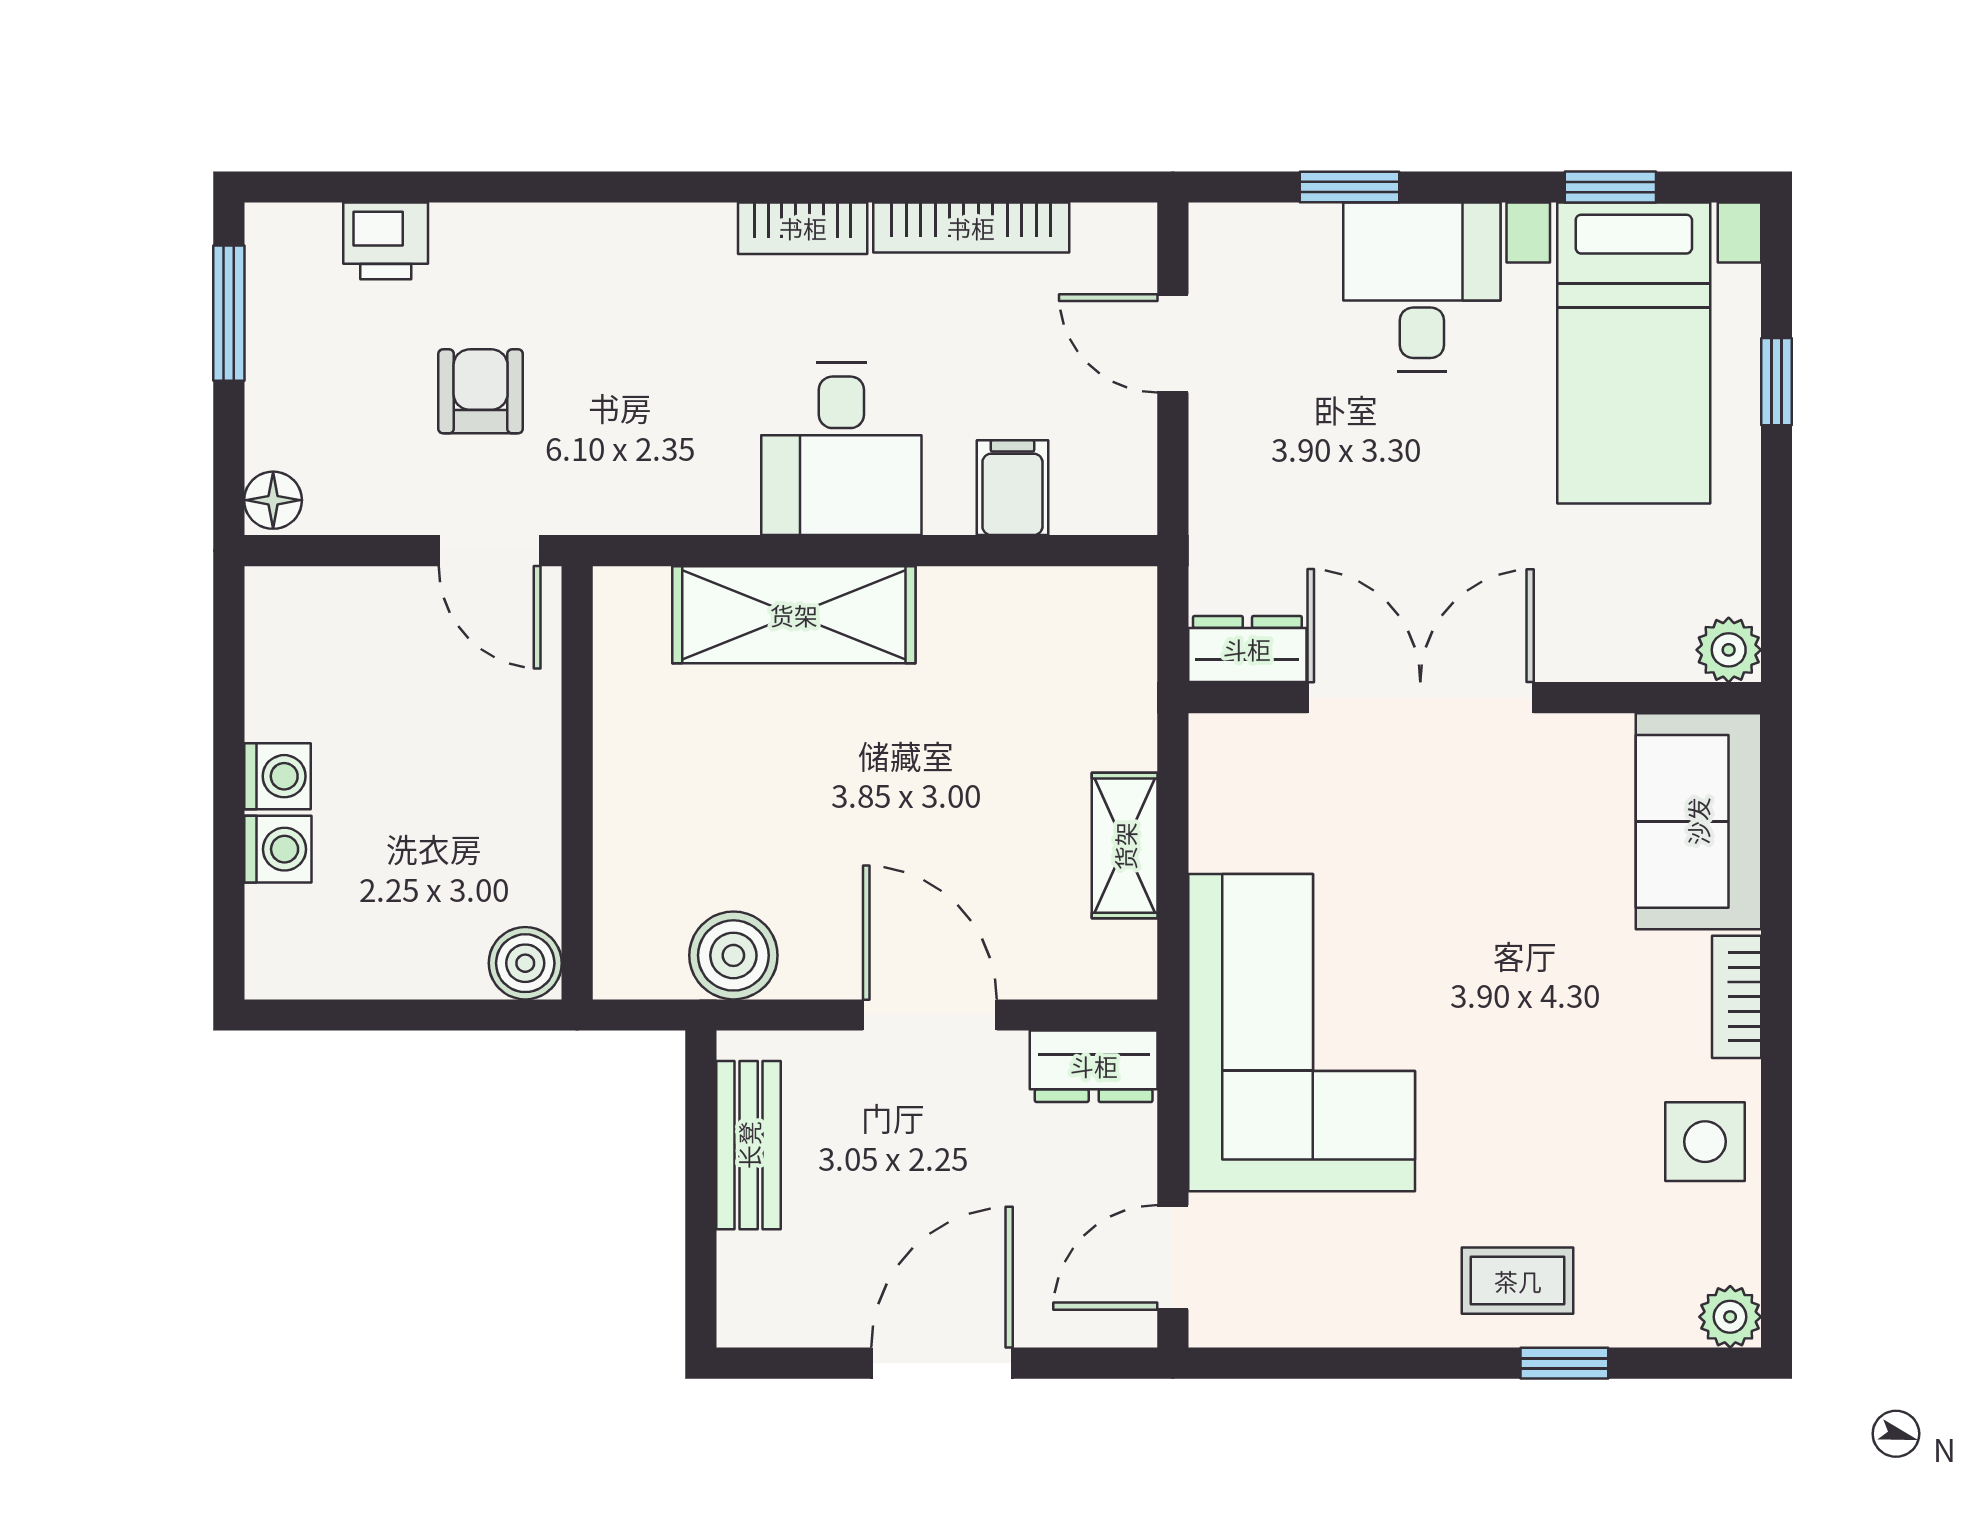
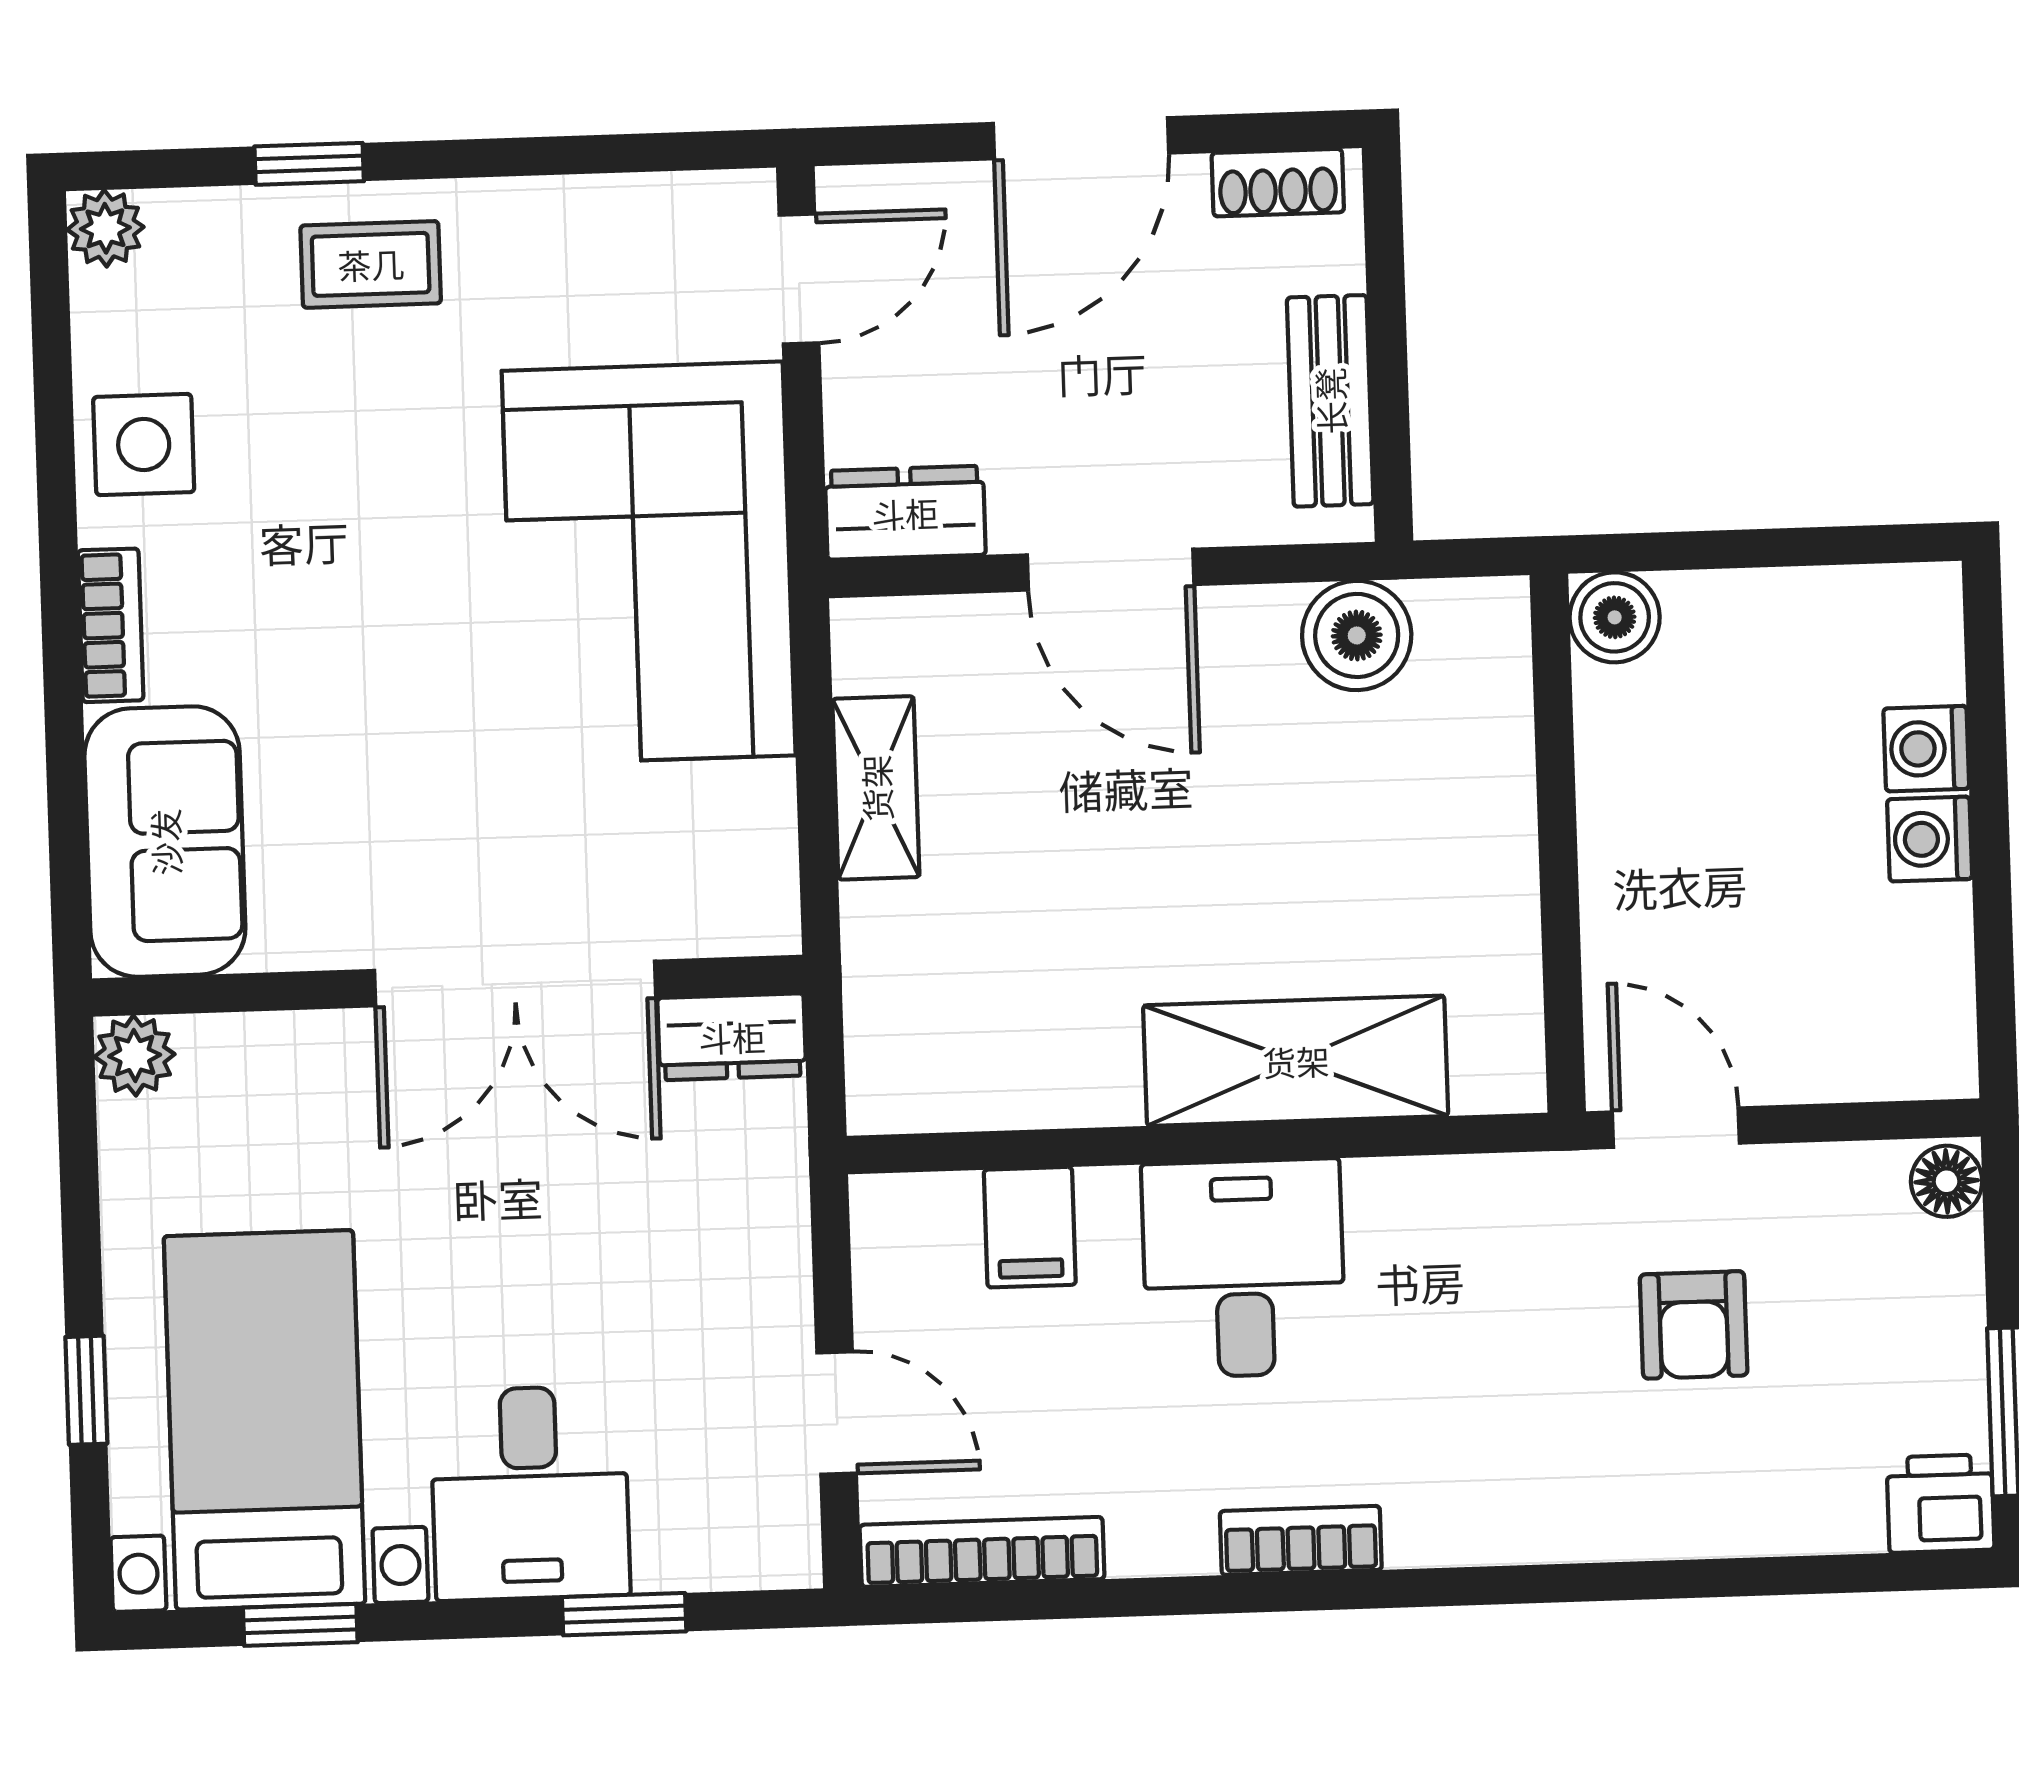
bookcase: (971, 228) -> (982, 1552), moved
printer: (386, 241) -> (1940, 1504), moved
shoe rack: (785, 1322) -> (1278, 183), added

